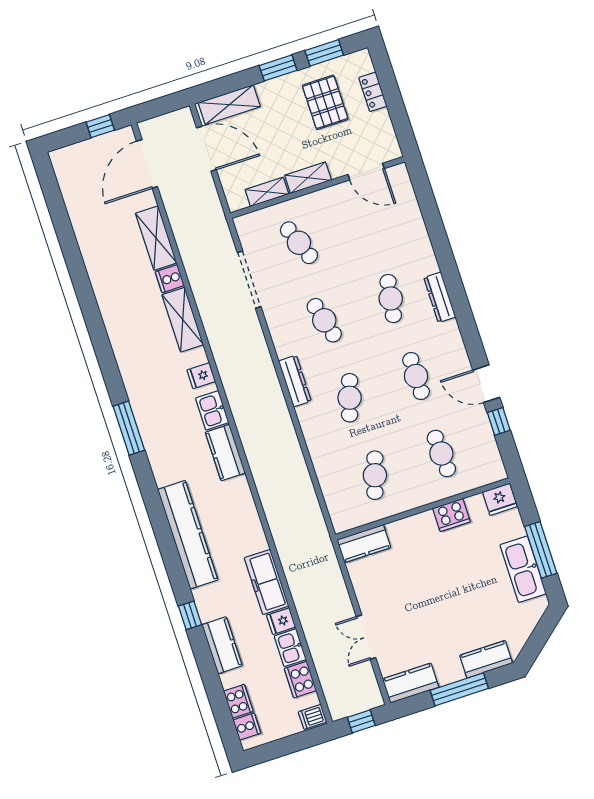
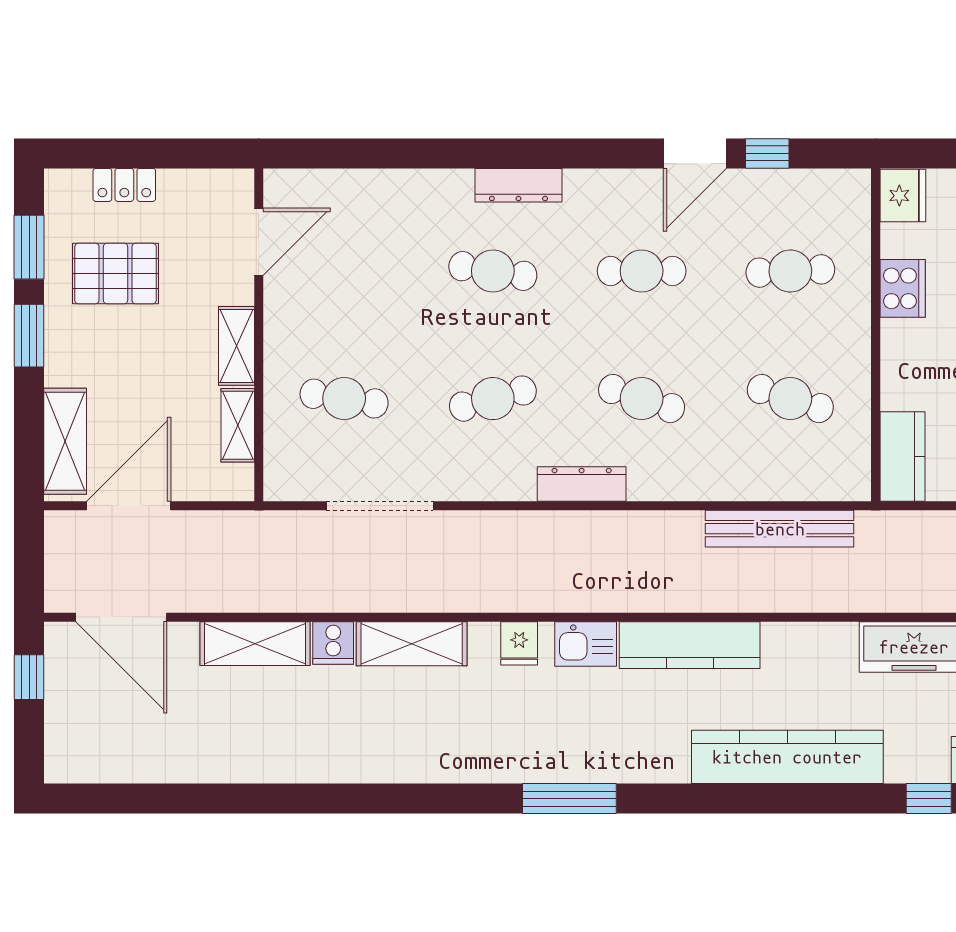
cafe table: (299, 243) -> (344, 399), turned 30
kitchen counter: (225, 453) -> (690, 645), width x1.50
bench: (305, 492) -> (780, 529), added

